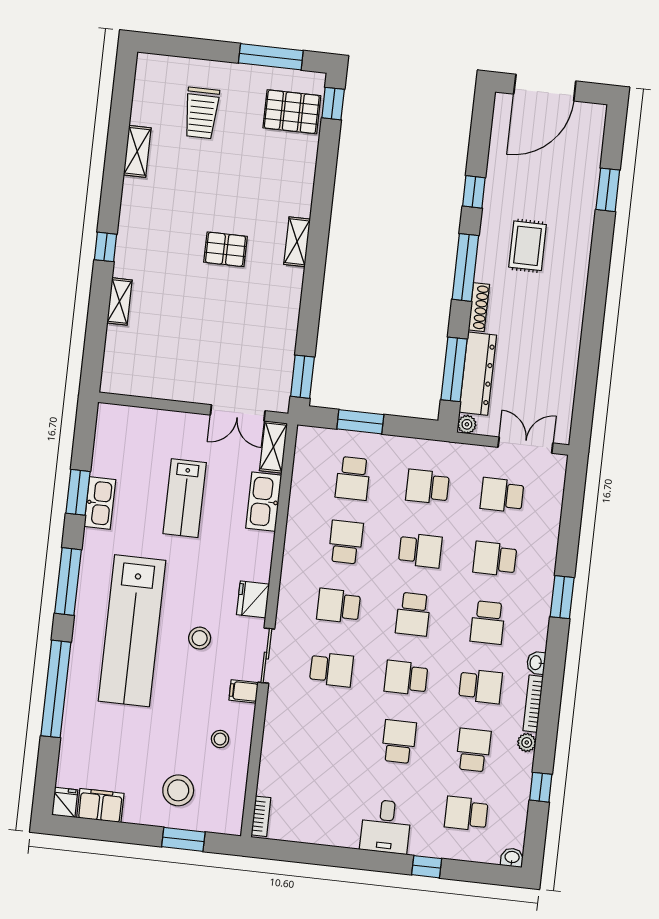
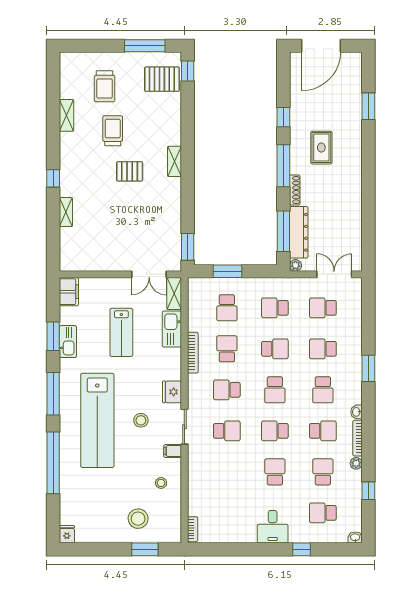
trolley: (206, 183) -> (113, 131), added
bookcase: (292, 542) -> (193, 353), added
filing cabinet: (100, 805) -> (69, 292), moved, turned 90

